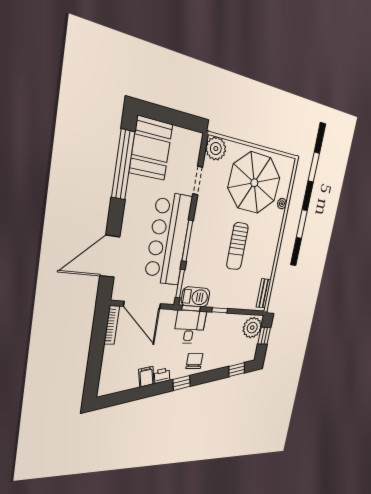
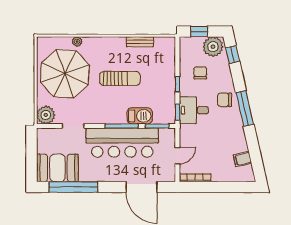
bench: (264, 293) -> (140, 42), moved
barbecue: (196, 297) -> (140, 116), moved, turned 90
door: (142, 305) -> (177, 156), width x0.53
plant: (252, 328) -> (213, 47), moved
chair: (226, 336) -> (200, 73), added
printer: (162, 376) -> (238, 128), removed
filing cabinet: (146, 377) -> (242, 159), moved
window: (182, 383) -> (245, 108), width x2.17

